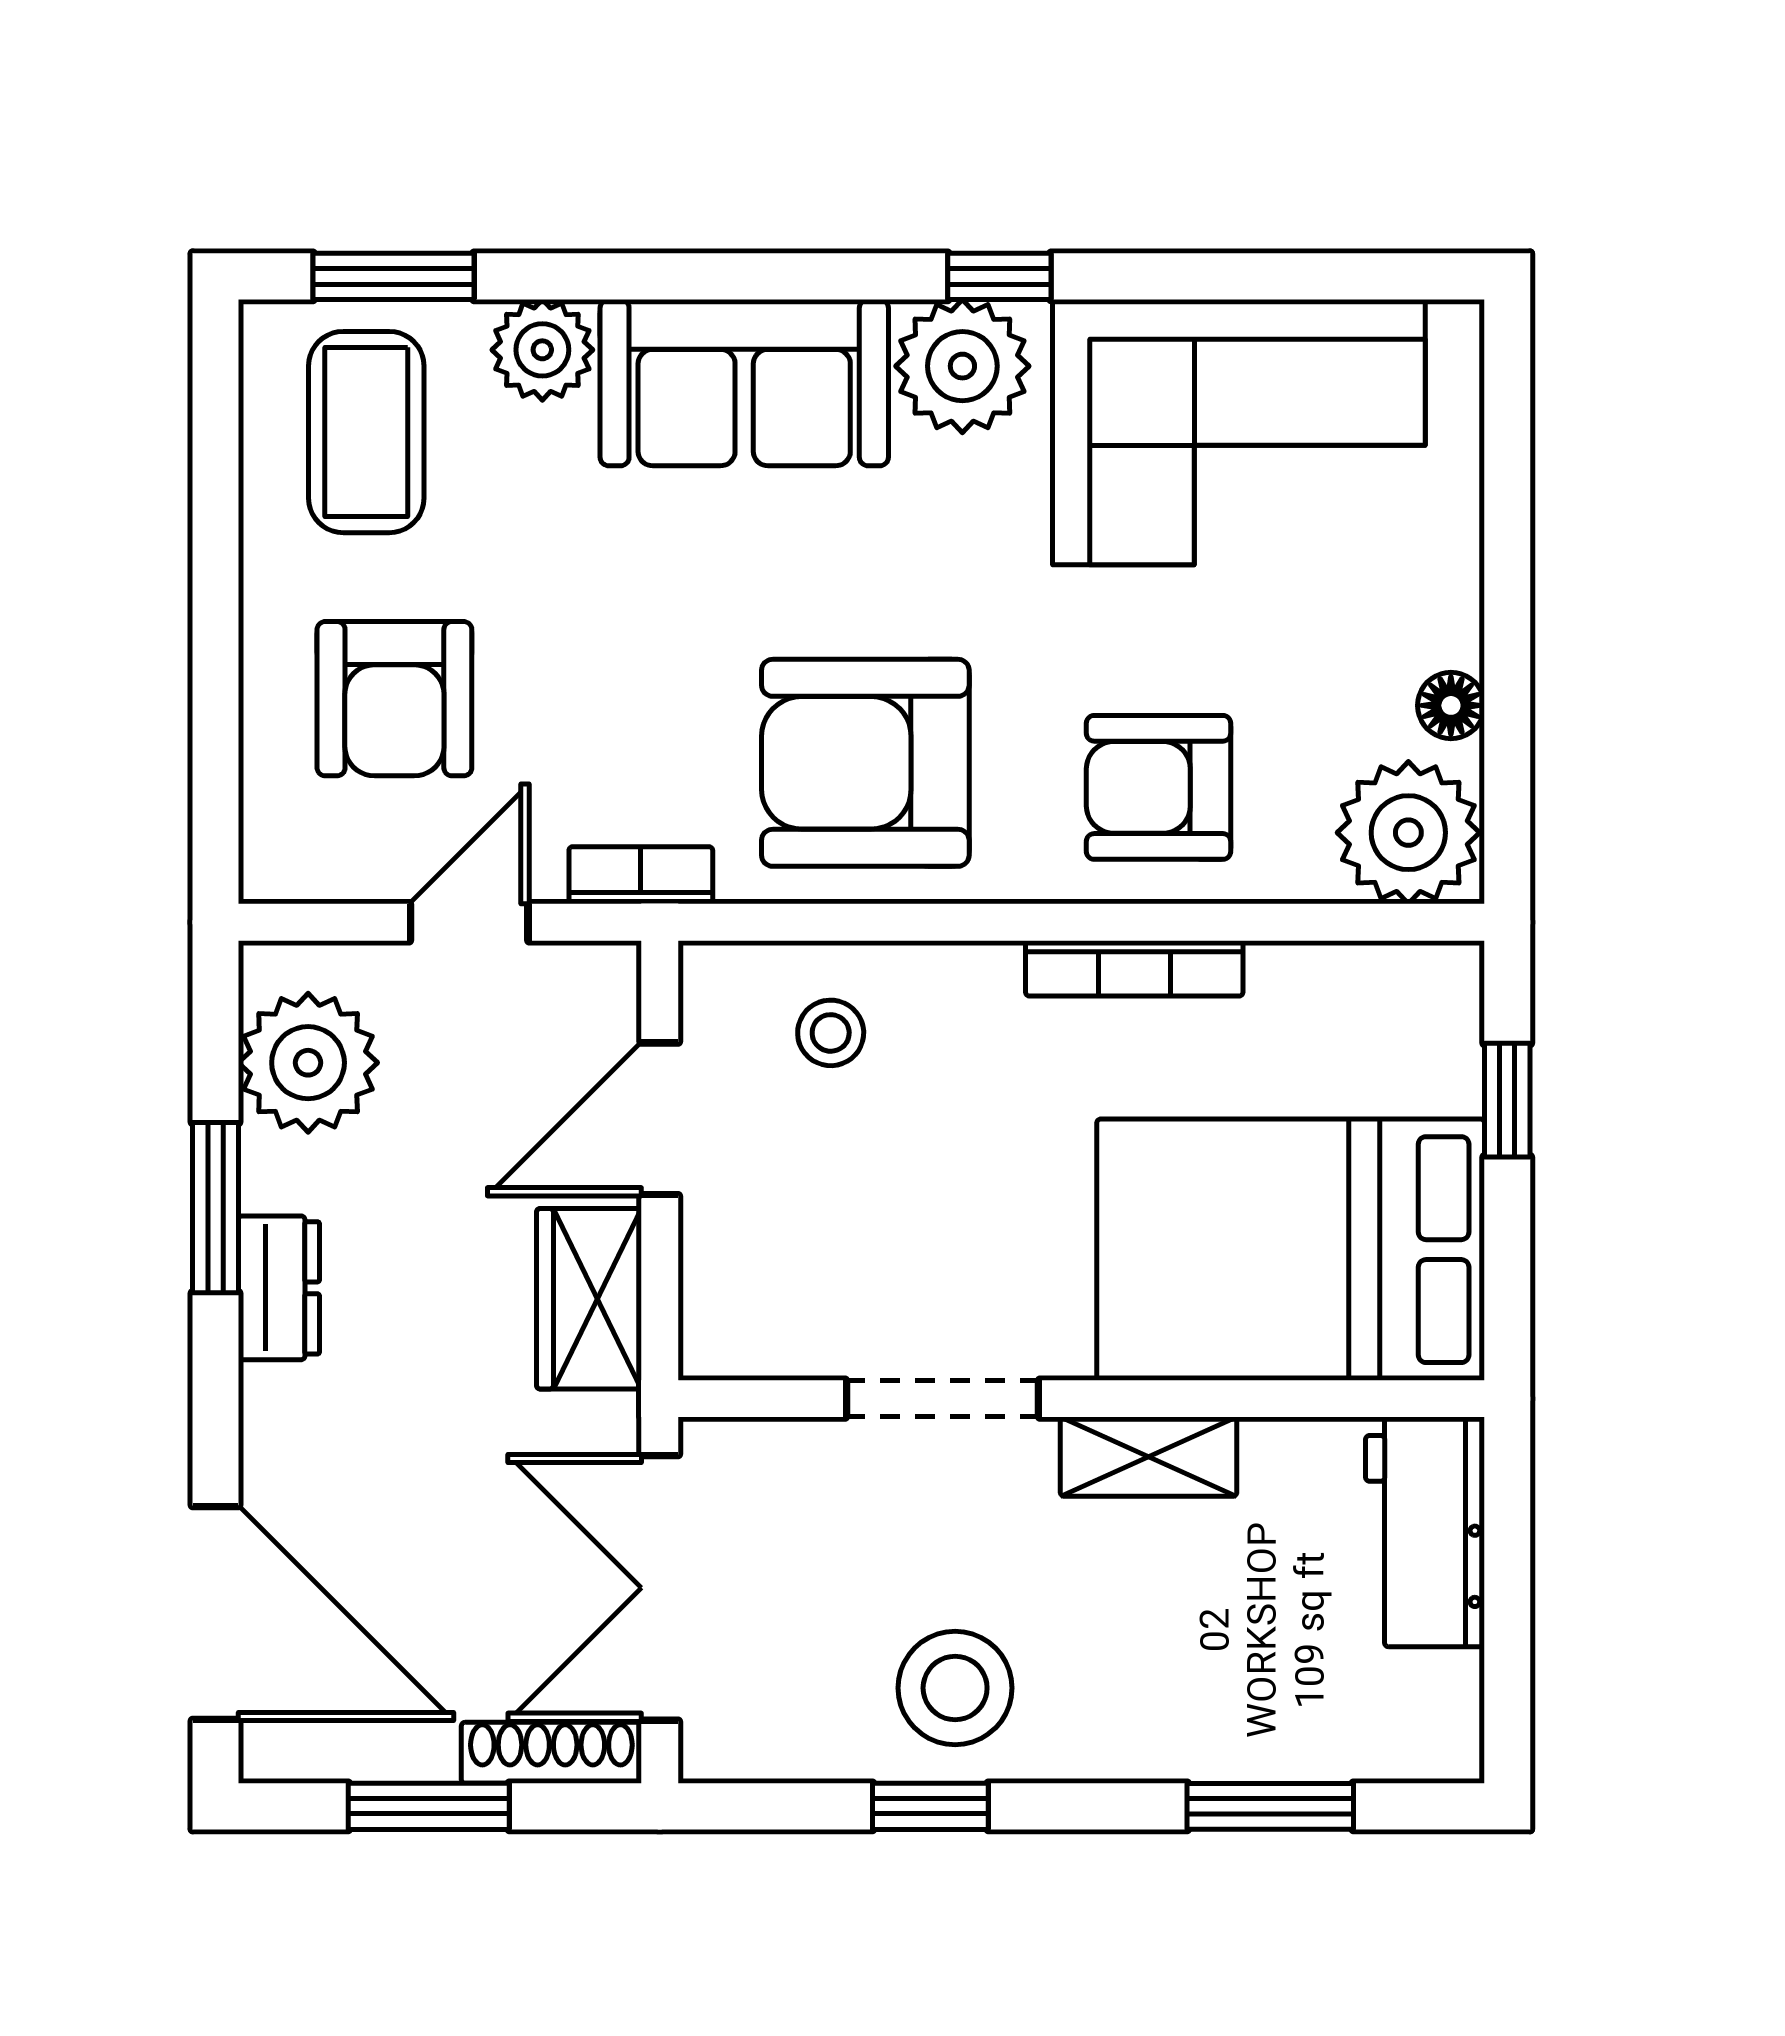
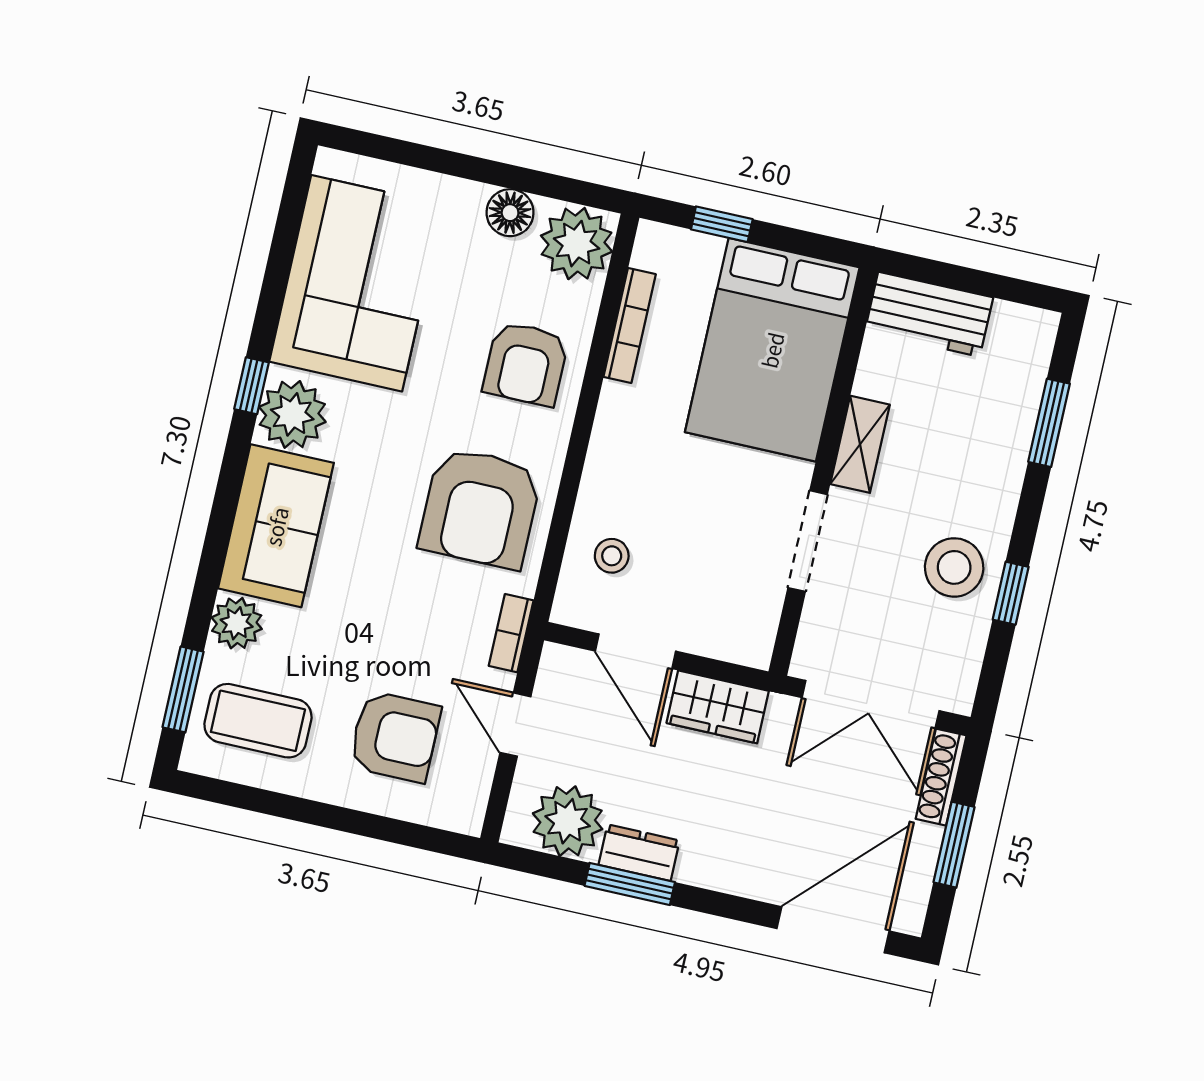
floor lamp: (1451, 705) -> (510, 213), width x1.37, depth x1.37
bookcase: (1134, 968) -> (630, 326), moved
dresser: (279, 1288) -> (639, 853), moved

